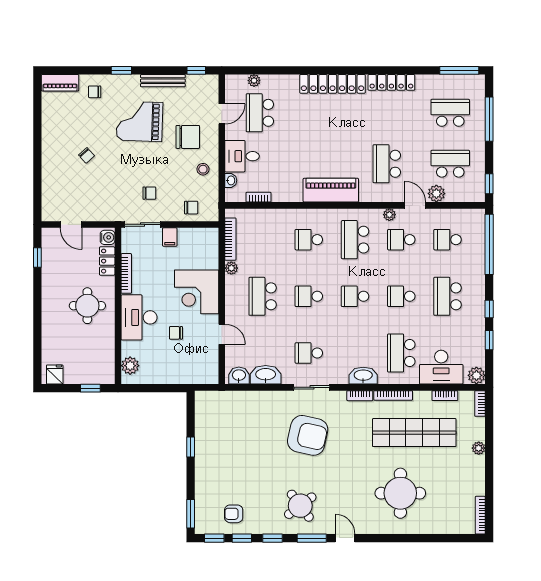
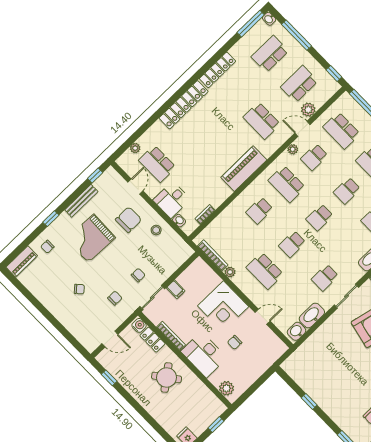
washbasin: (479, 82) -> (269, 19), added
chair: (191, 208) -> (115, 298), moved
school desk: (448, 240) -> (341, 130), width x1.85
round table: (87, 306) -> (167, 377), turned -37

